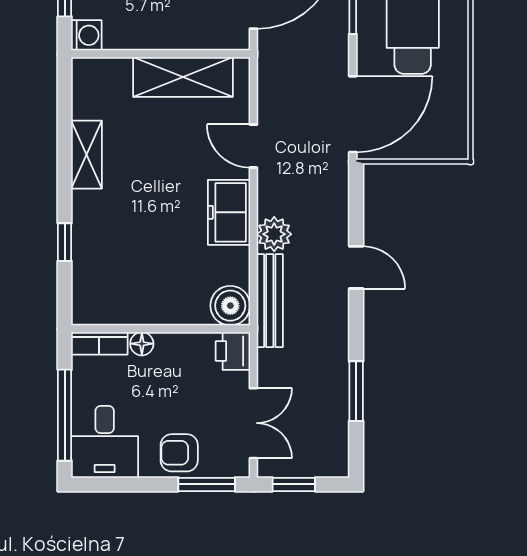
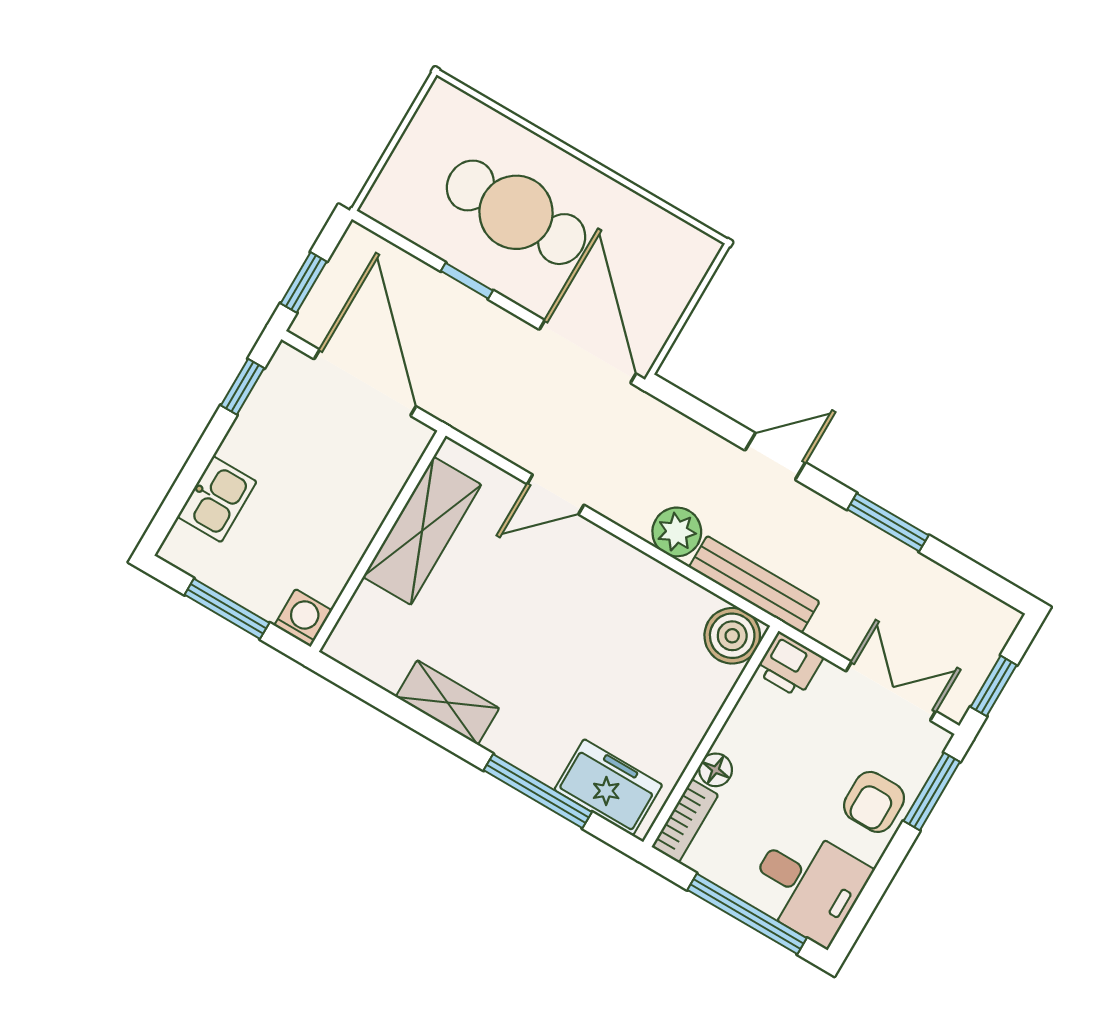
freezer: (229, 212) -> (608, 787), moved, turned 180
window: (65, 242) -> (538, 791), width x2.17
window: (356, 391) -> (888, 522), moved

